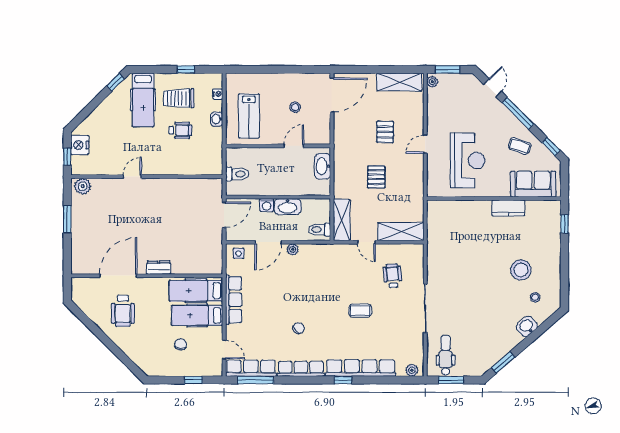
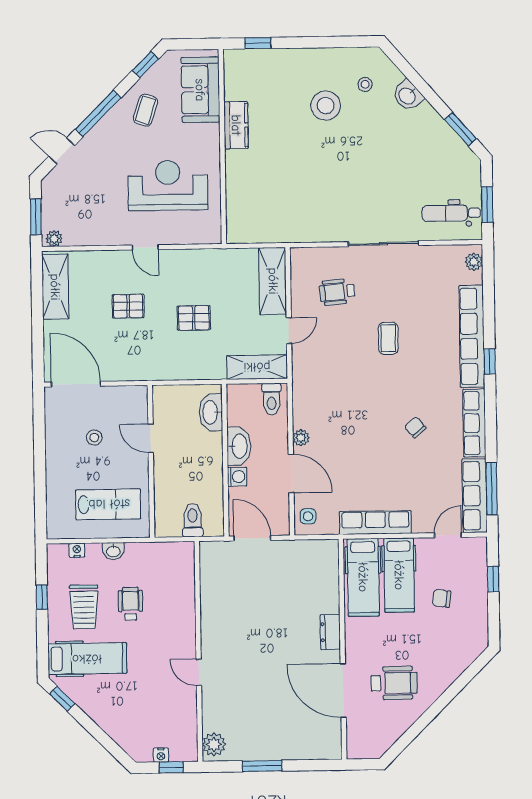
nightstand: (80, 145) -> (161, 755), width x0.53, depth x0.56
washbasin: (323, 166) -> (211, 412), moved, turned 90

